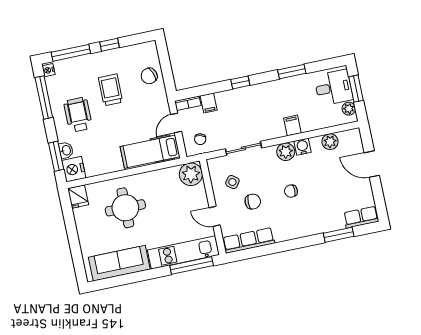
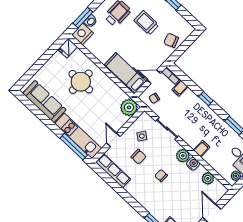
trolley: (111, 90) -> (146, 23), turned -90

